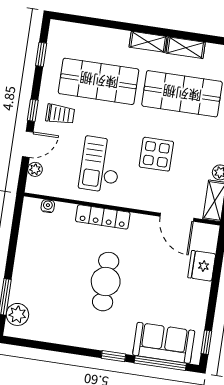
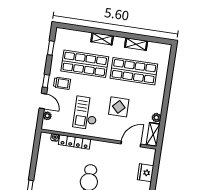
shelving: (148, 42) -> (102, 39), moved
door: (28, 144) -> (43, 101), hinge flipped
locker: (103, 217) -> (74, 142), moved
door: (177, 217) -> (131, 144), swing flipped

